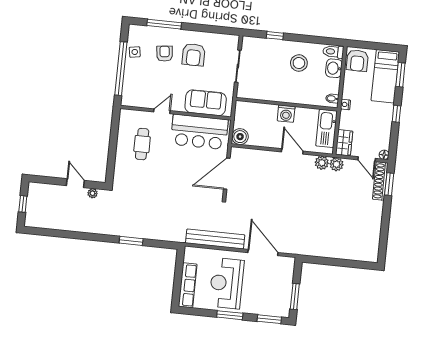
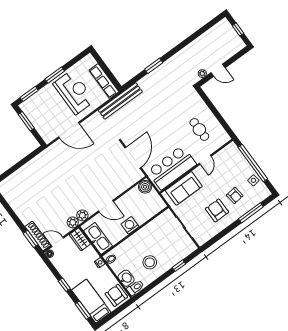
bench: (215, 239) -> (120, 101), moved
row of seats: (188, 285) -> (104, 81), moved

